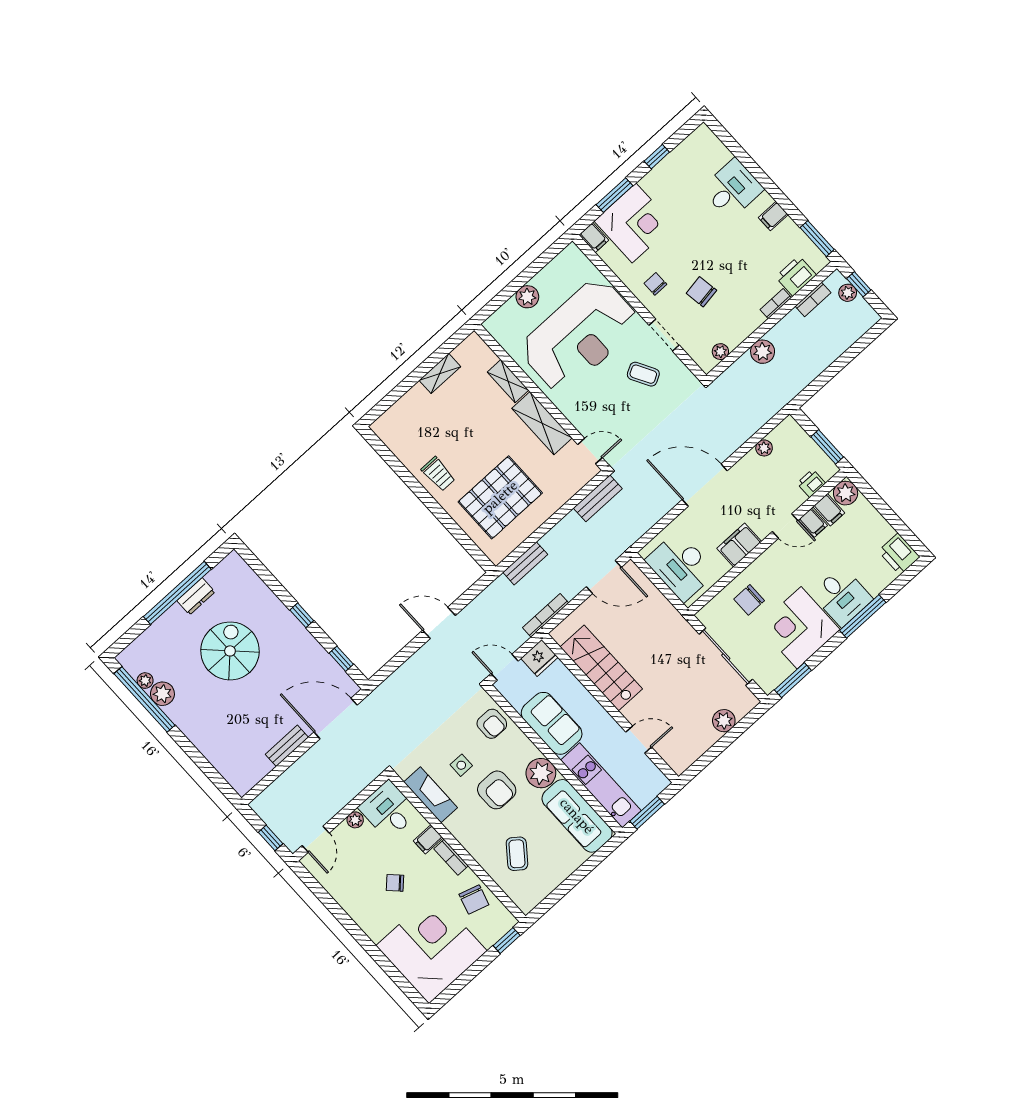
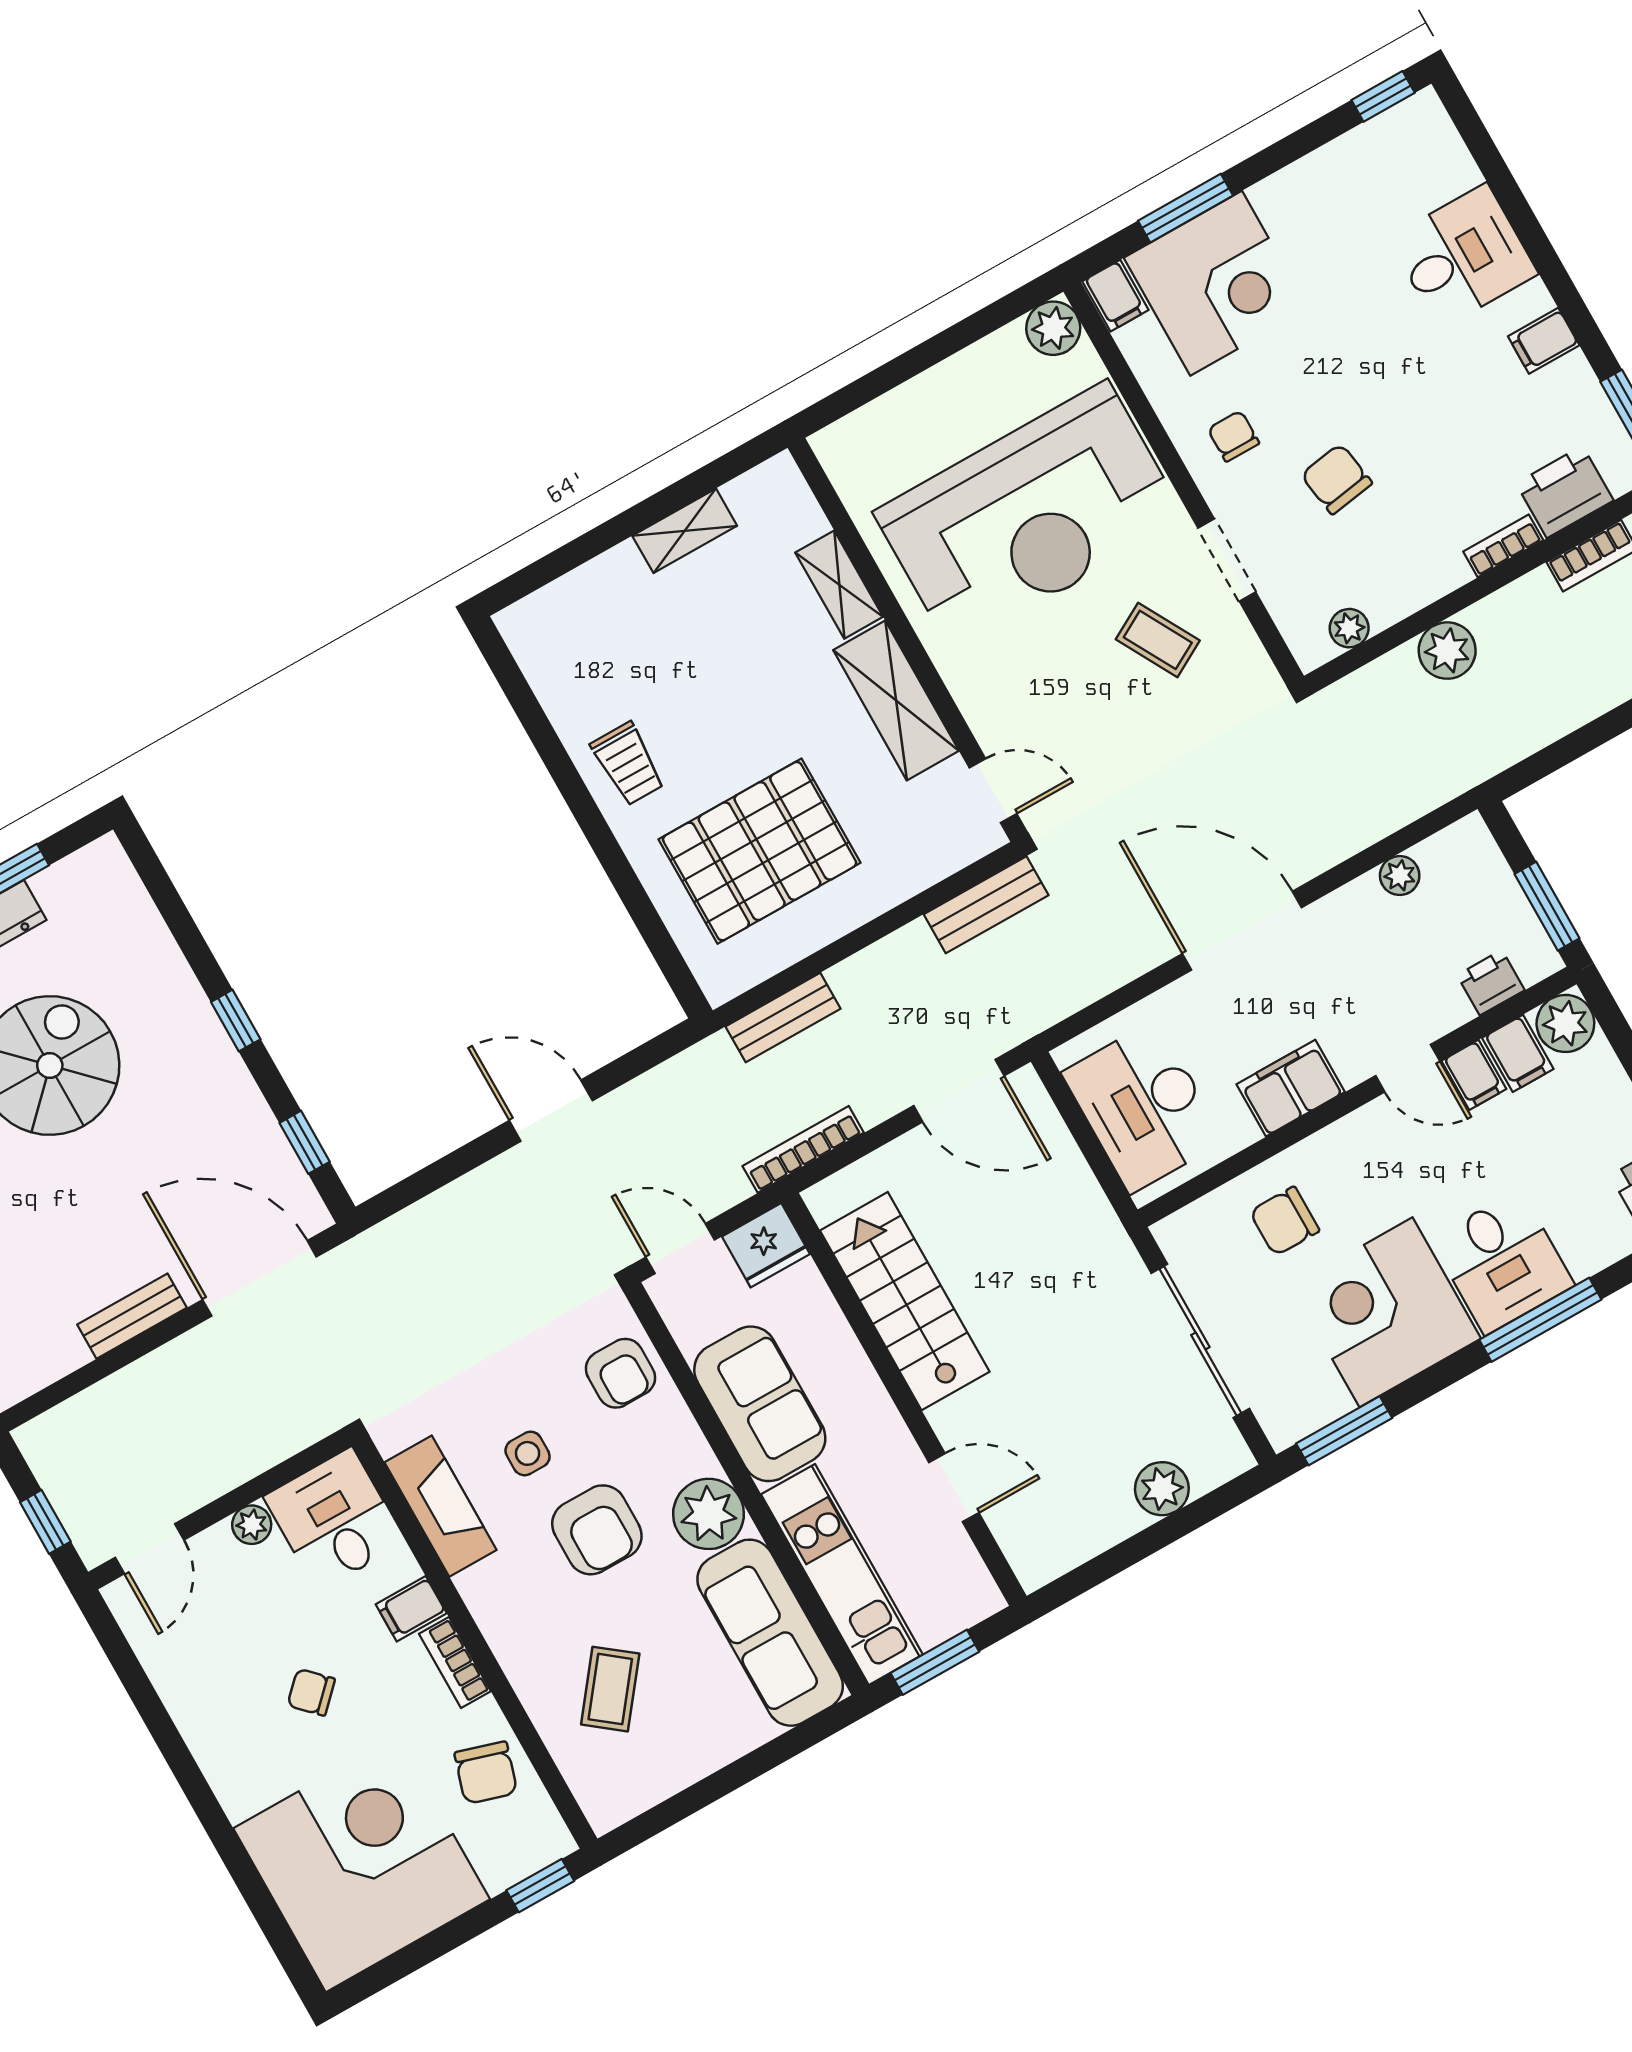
window: (657, 157) -> (1383, 96), moved
plant: (527, 297) -> (1053, 328), moved

